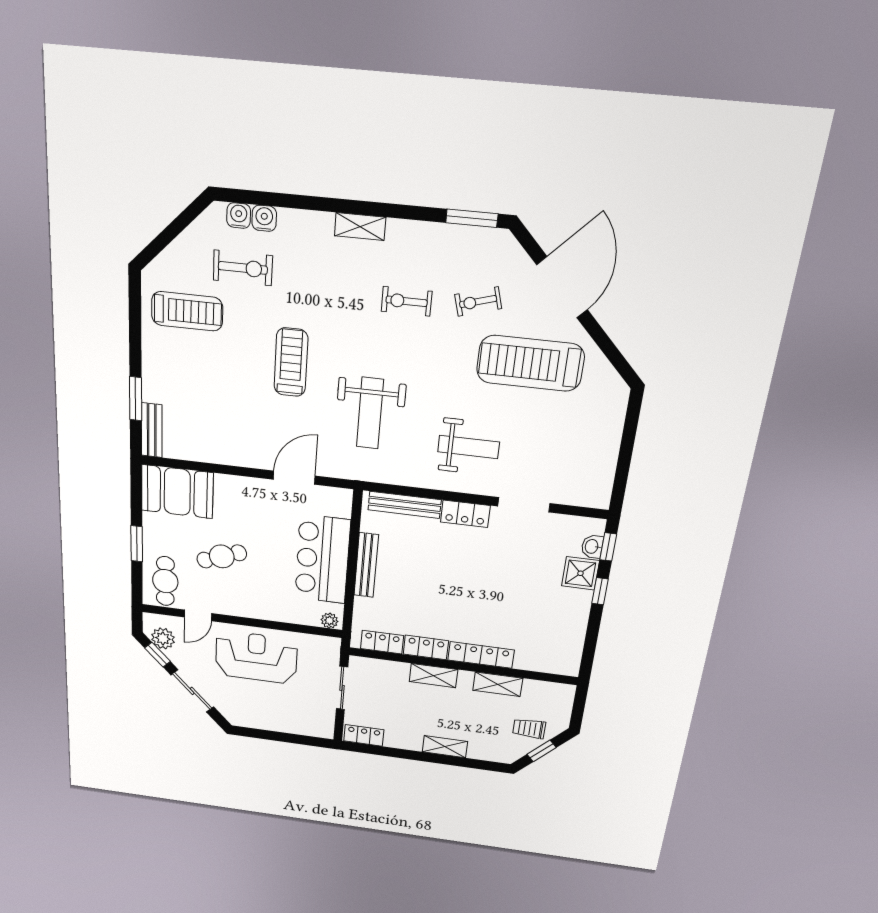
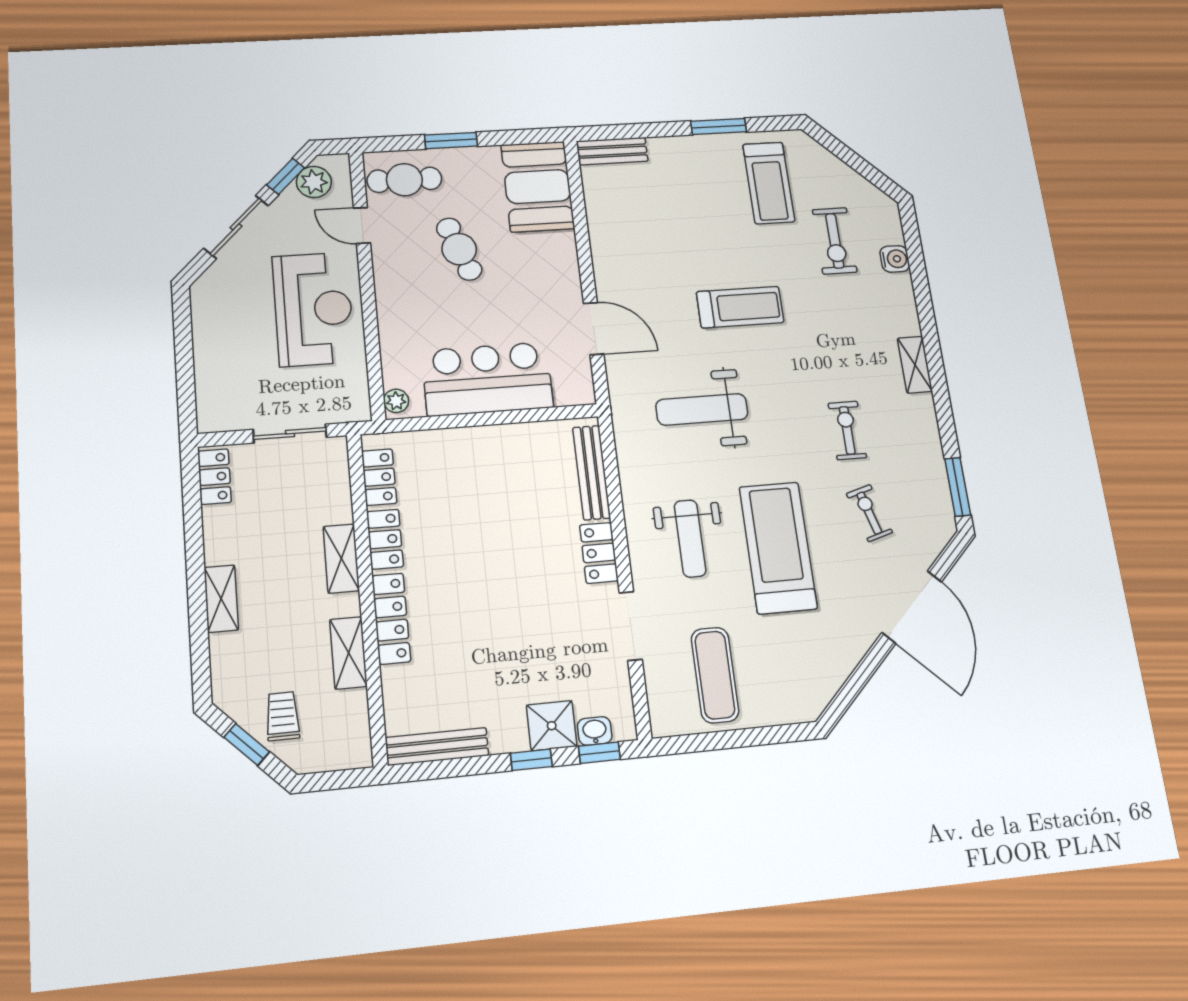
water cooler: (239, 216) -> (890, 231), removed
door: (562, 287) -> (912, 607), hinge flipped
treadmill: (530, 363) -> (778, 547), moved
window: (136, 399) -> (719, 127), moved
exercise mat: (575, 455) -> (715, 675), added
bench: (366, 565) -> (437, 746), moved

